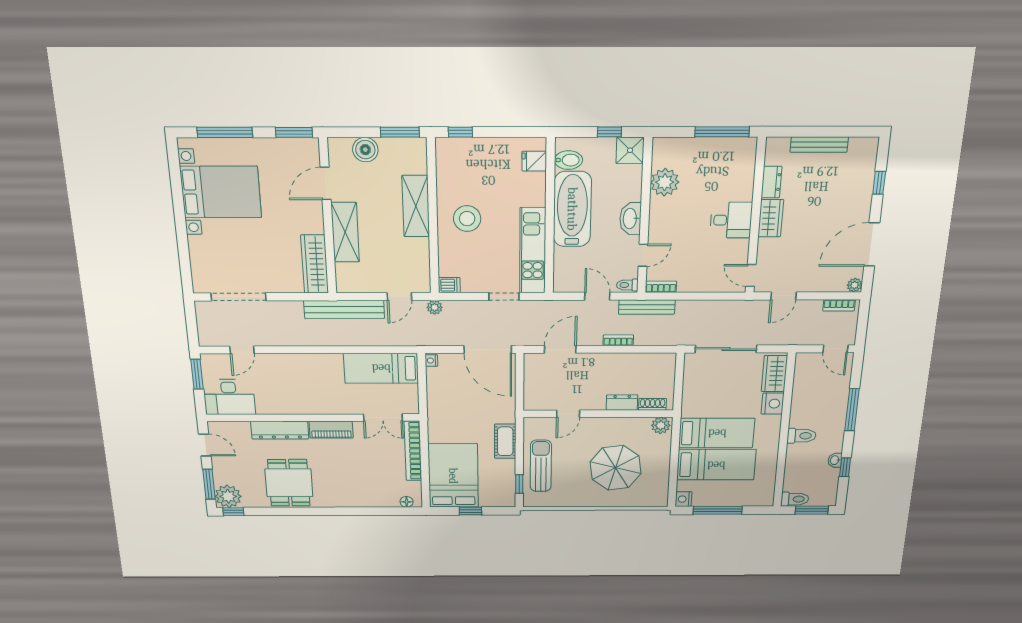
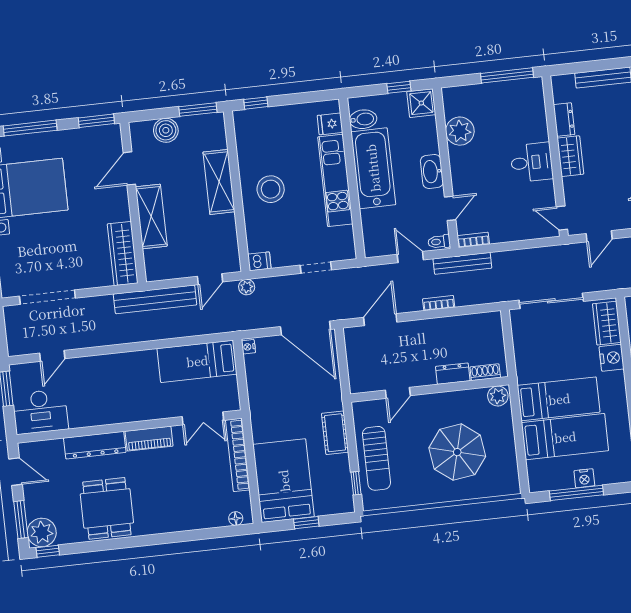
kitchen unit: (533, 251) -> (335, 180), moved
sun lounger: (541, 466) -> (376, 458), turned 180
nightstand: (683, 499) -> (584, 478), moved, turned -90

